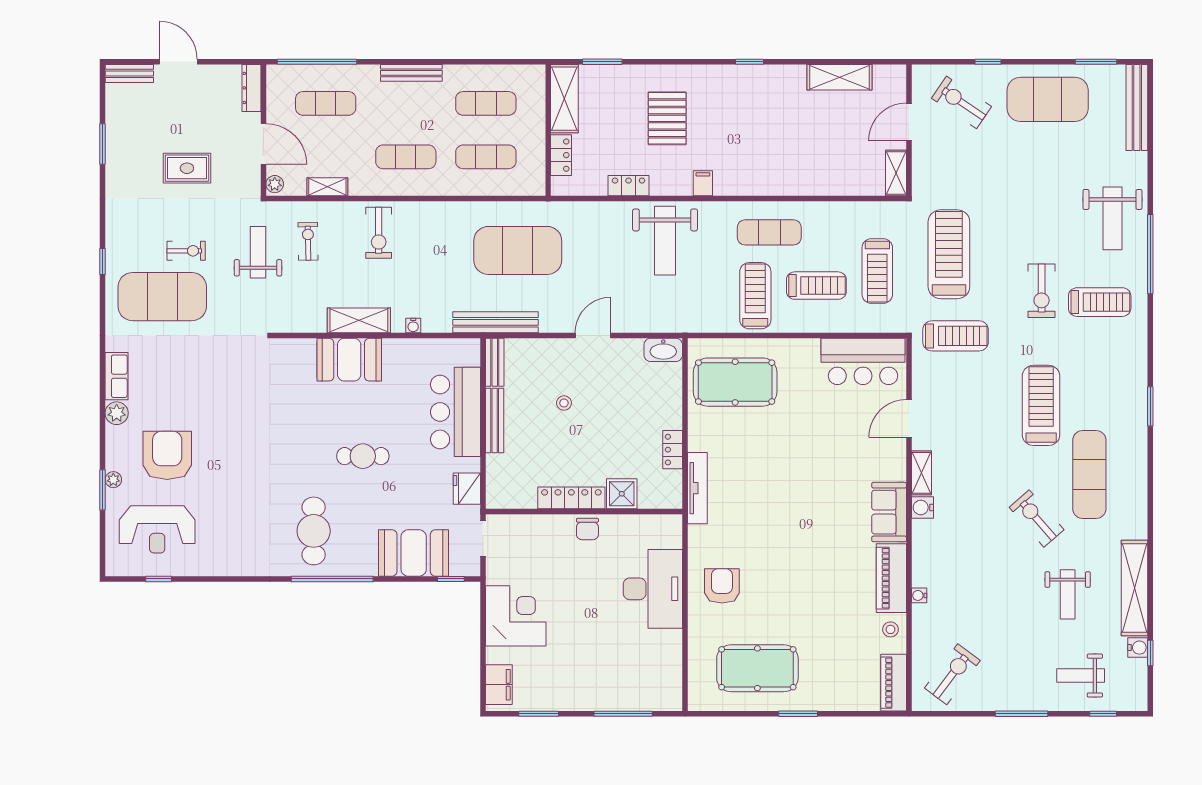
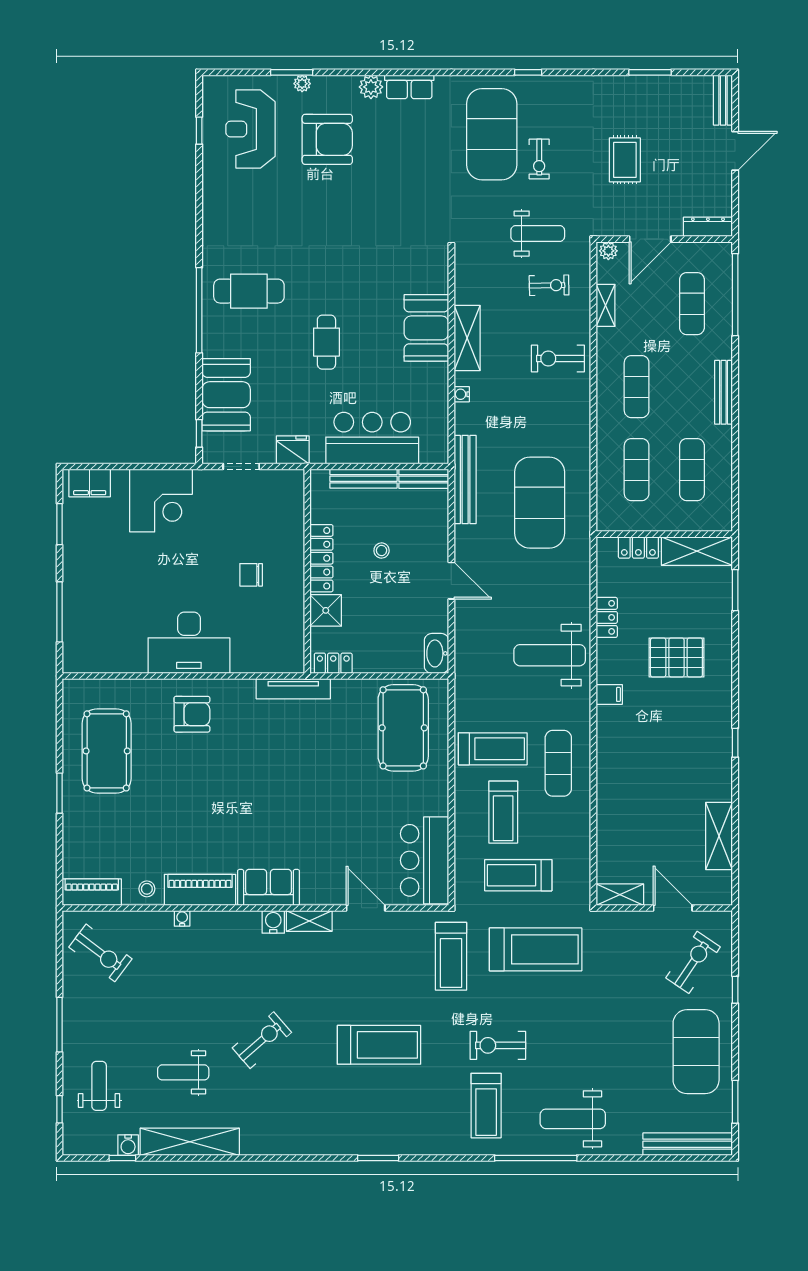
exercise mat: (1089, 475) -> (307, 1095), removed
shower: (622, 494) -> (326, 610), moved
locker: (571, 498) -> (321, 558), moved
wall: (584, 512) -> (307, 571), moved

